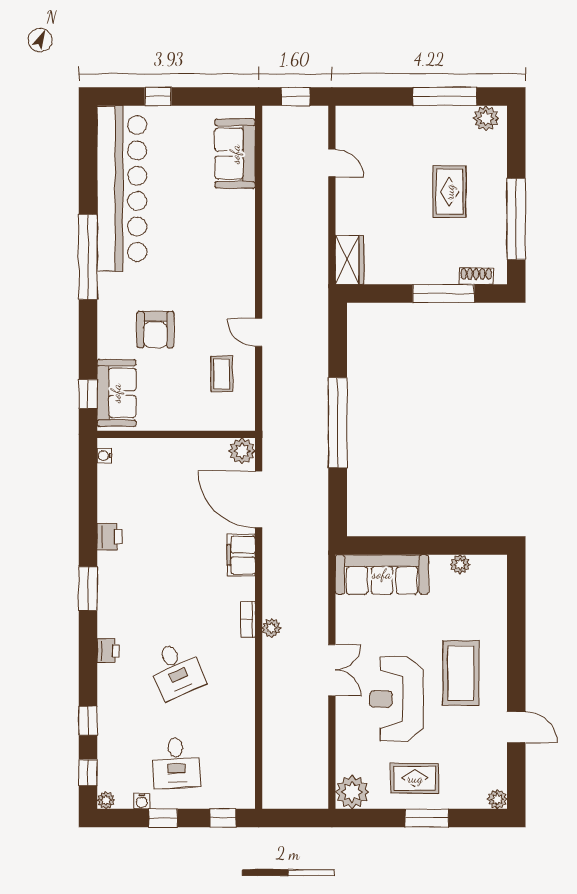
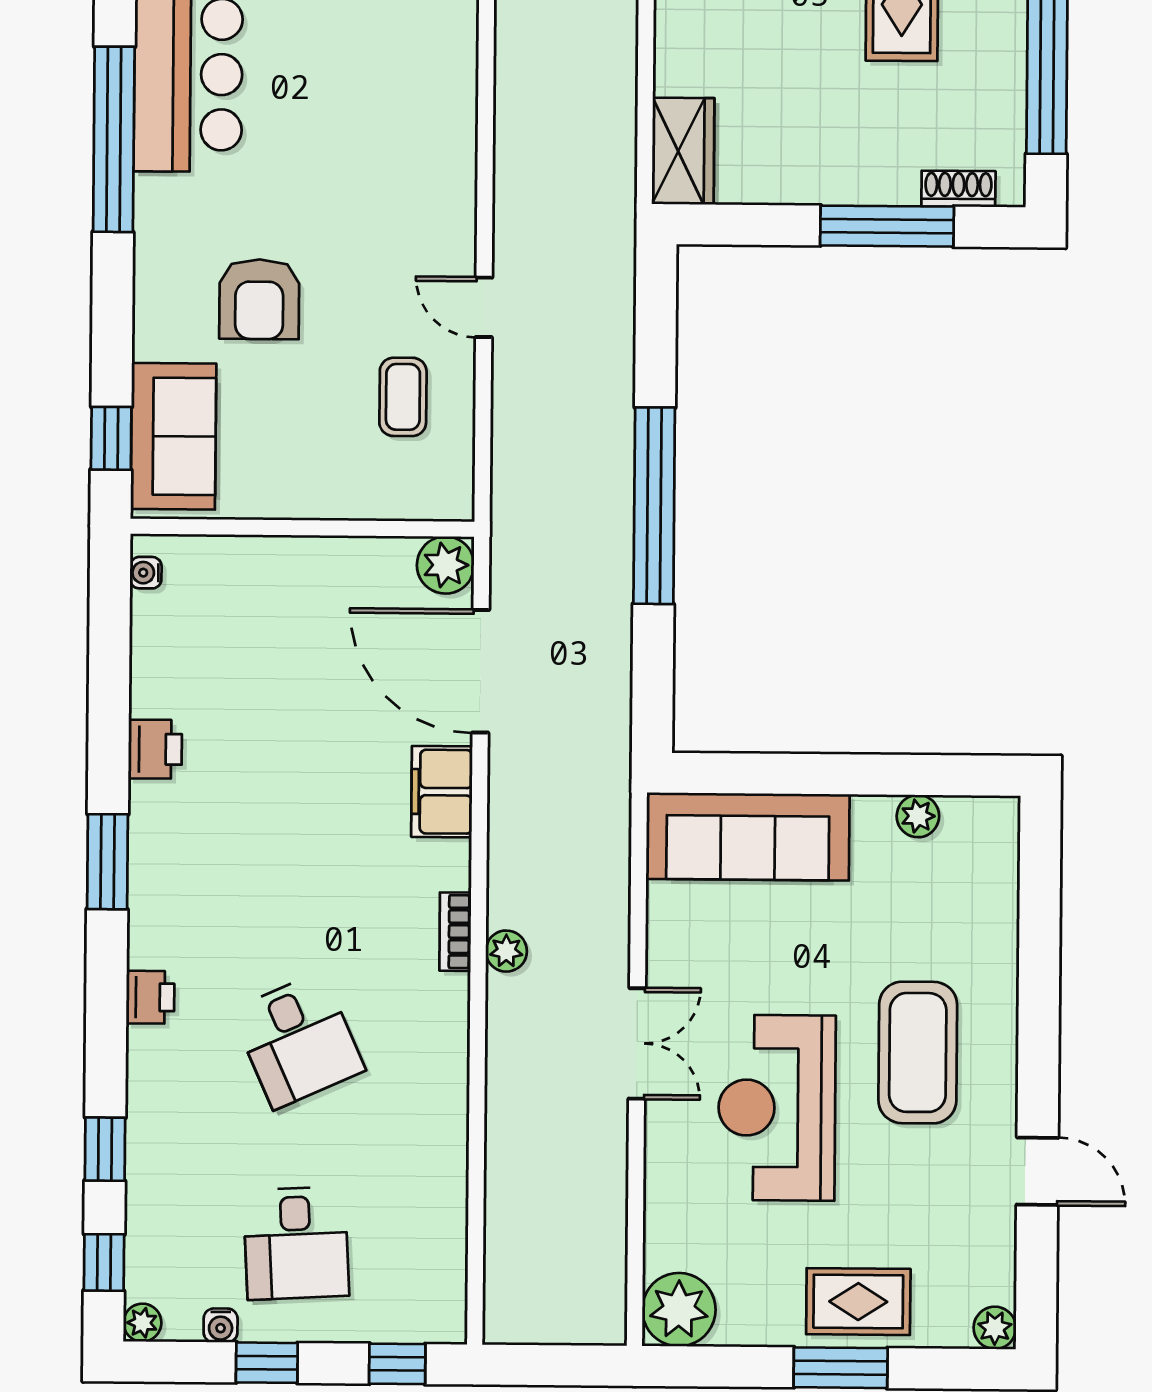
rug: (415, 778) -> (858, 1302), moved

